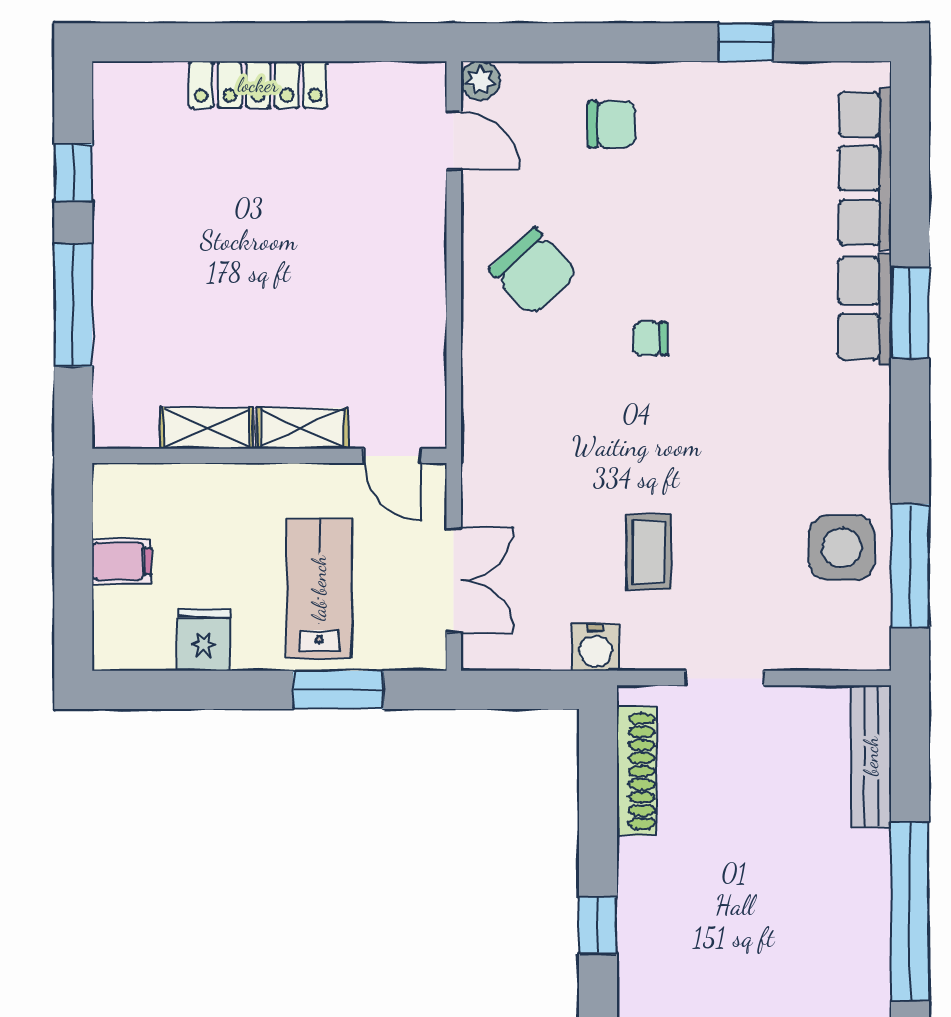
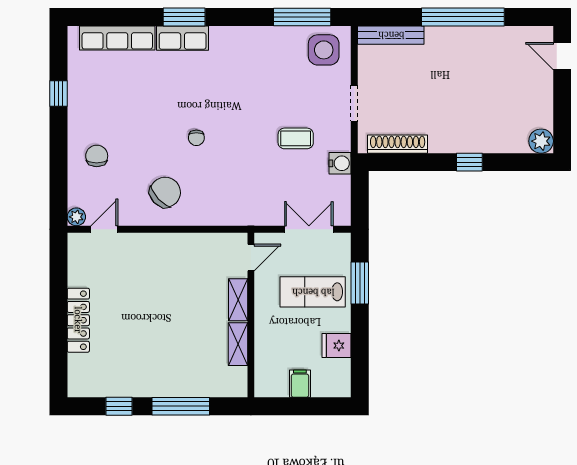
side table: (842, 548) -> (324, 50), moved

